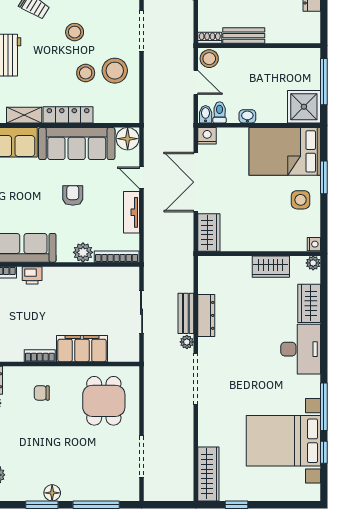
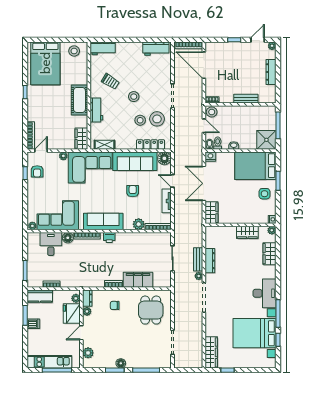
bench: (244, 36) -> (246, 99), moved
locker: (68, 115) -> (151, 144), moved
desk: (301, 349) -> (265, 293), moved

